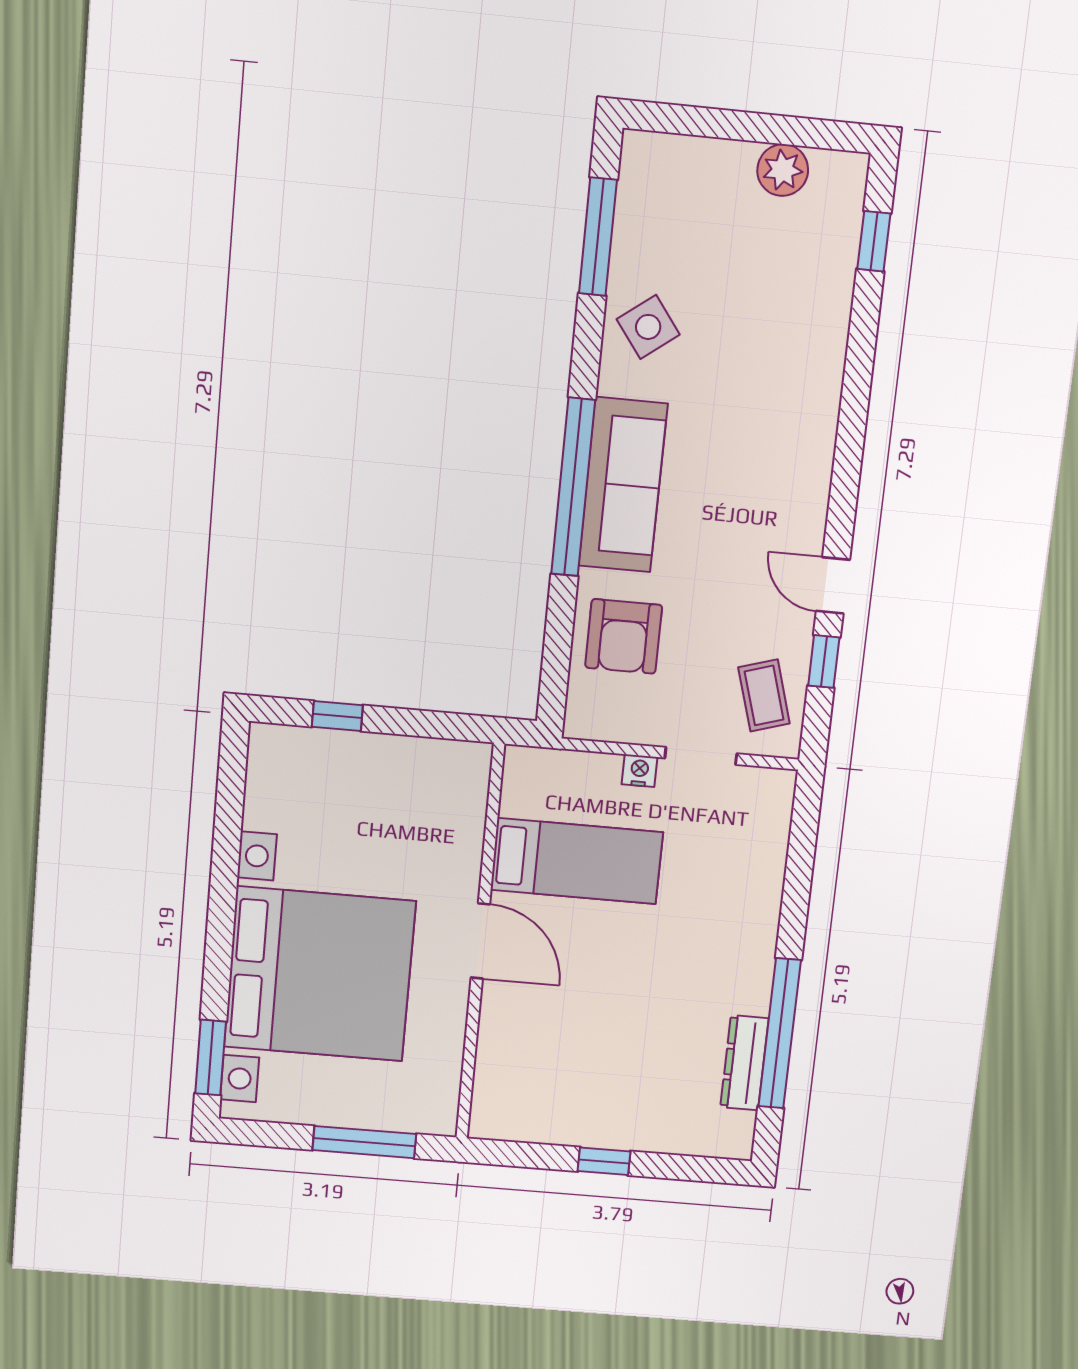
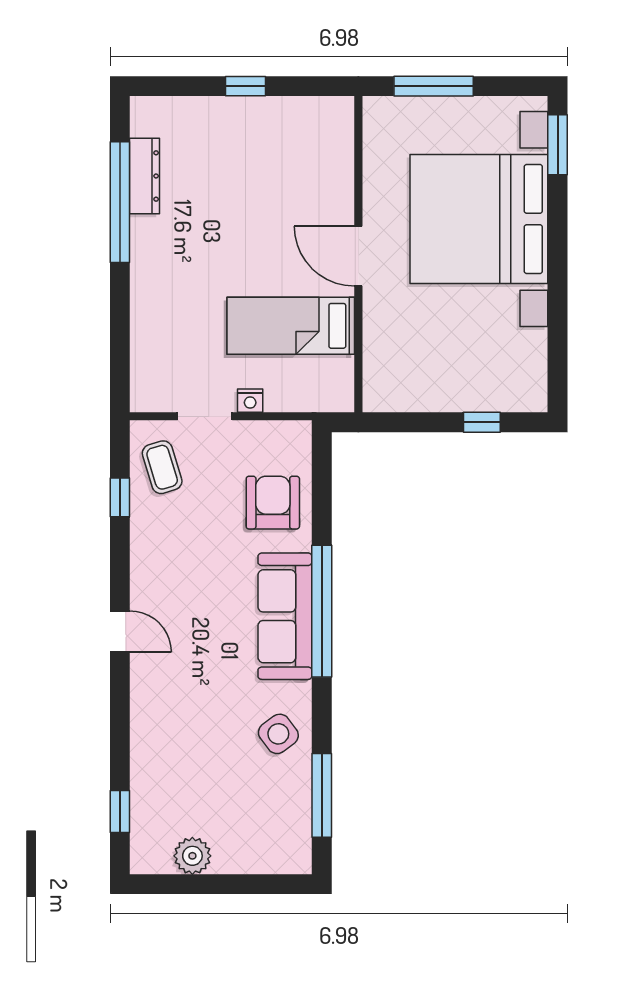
door: (833, 585) -> (120, 632), moved

